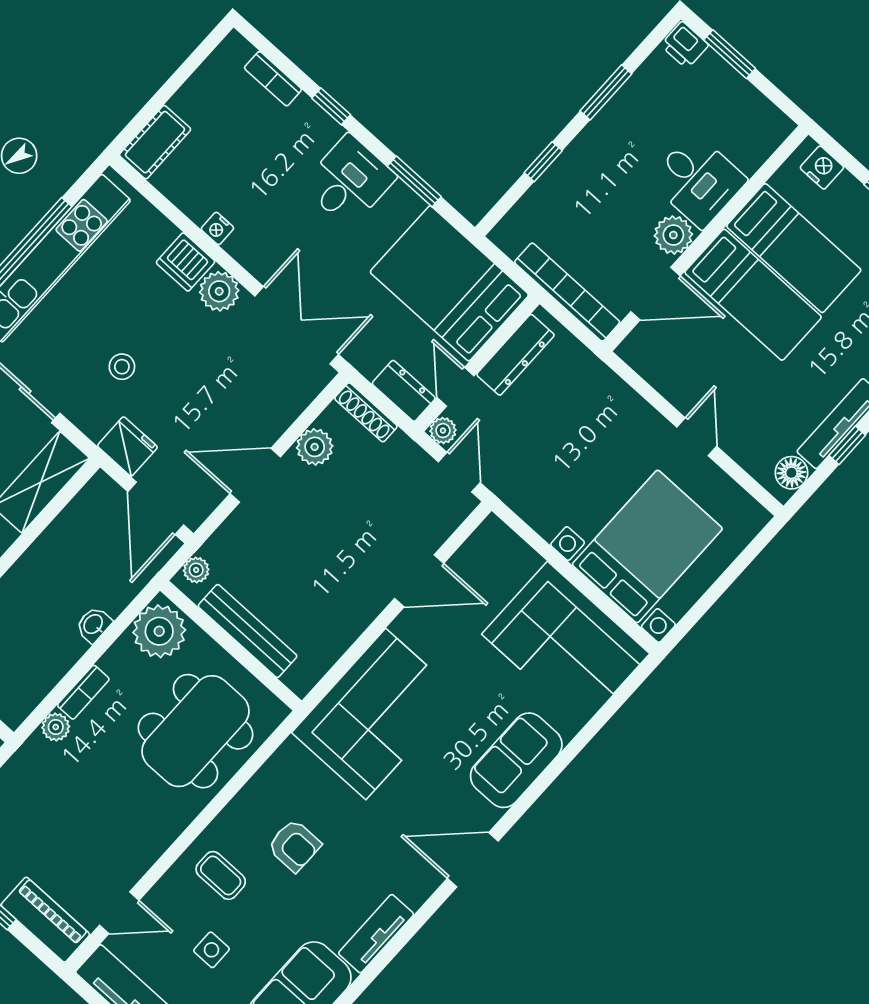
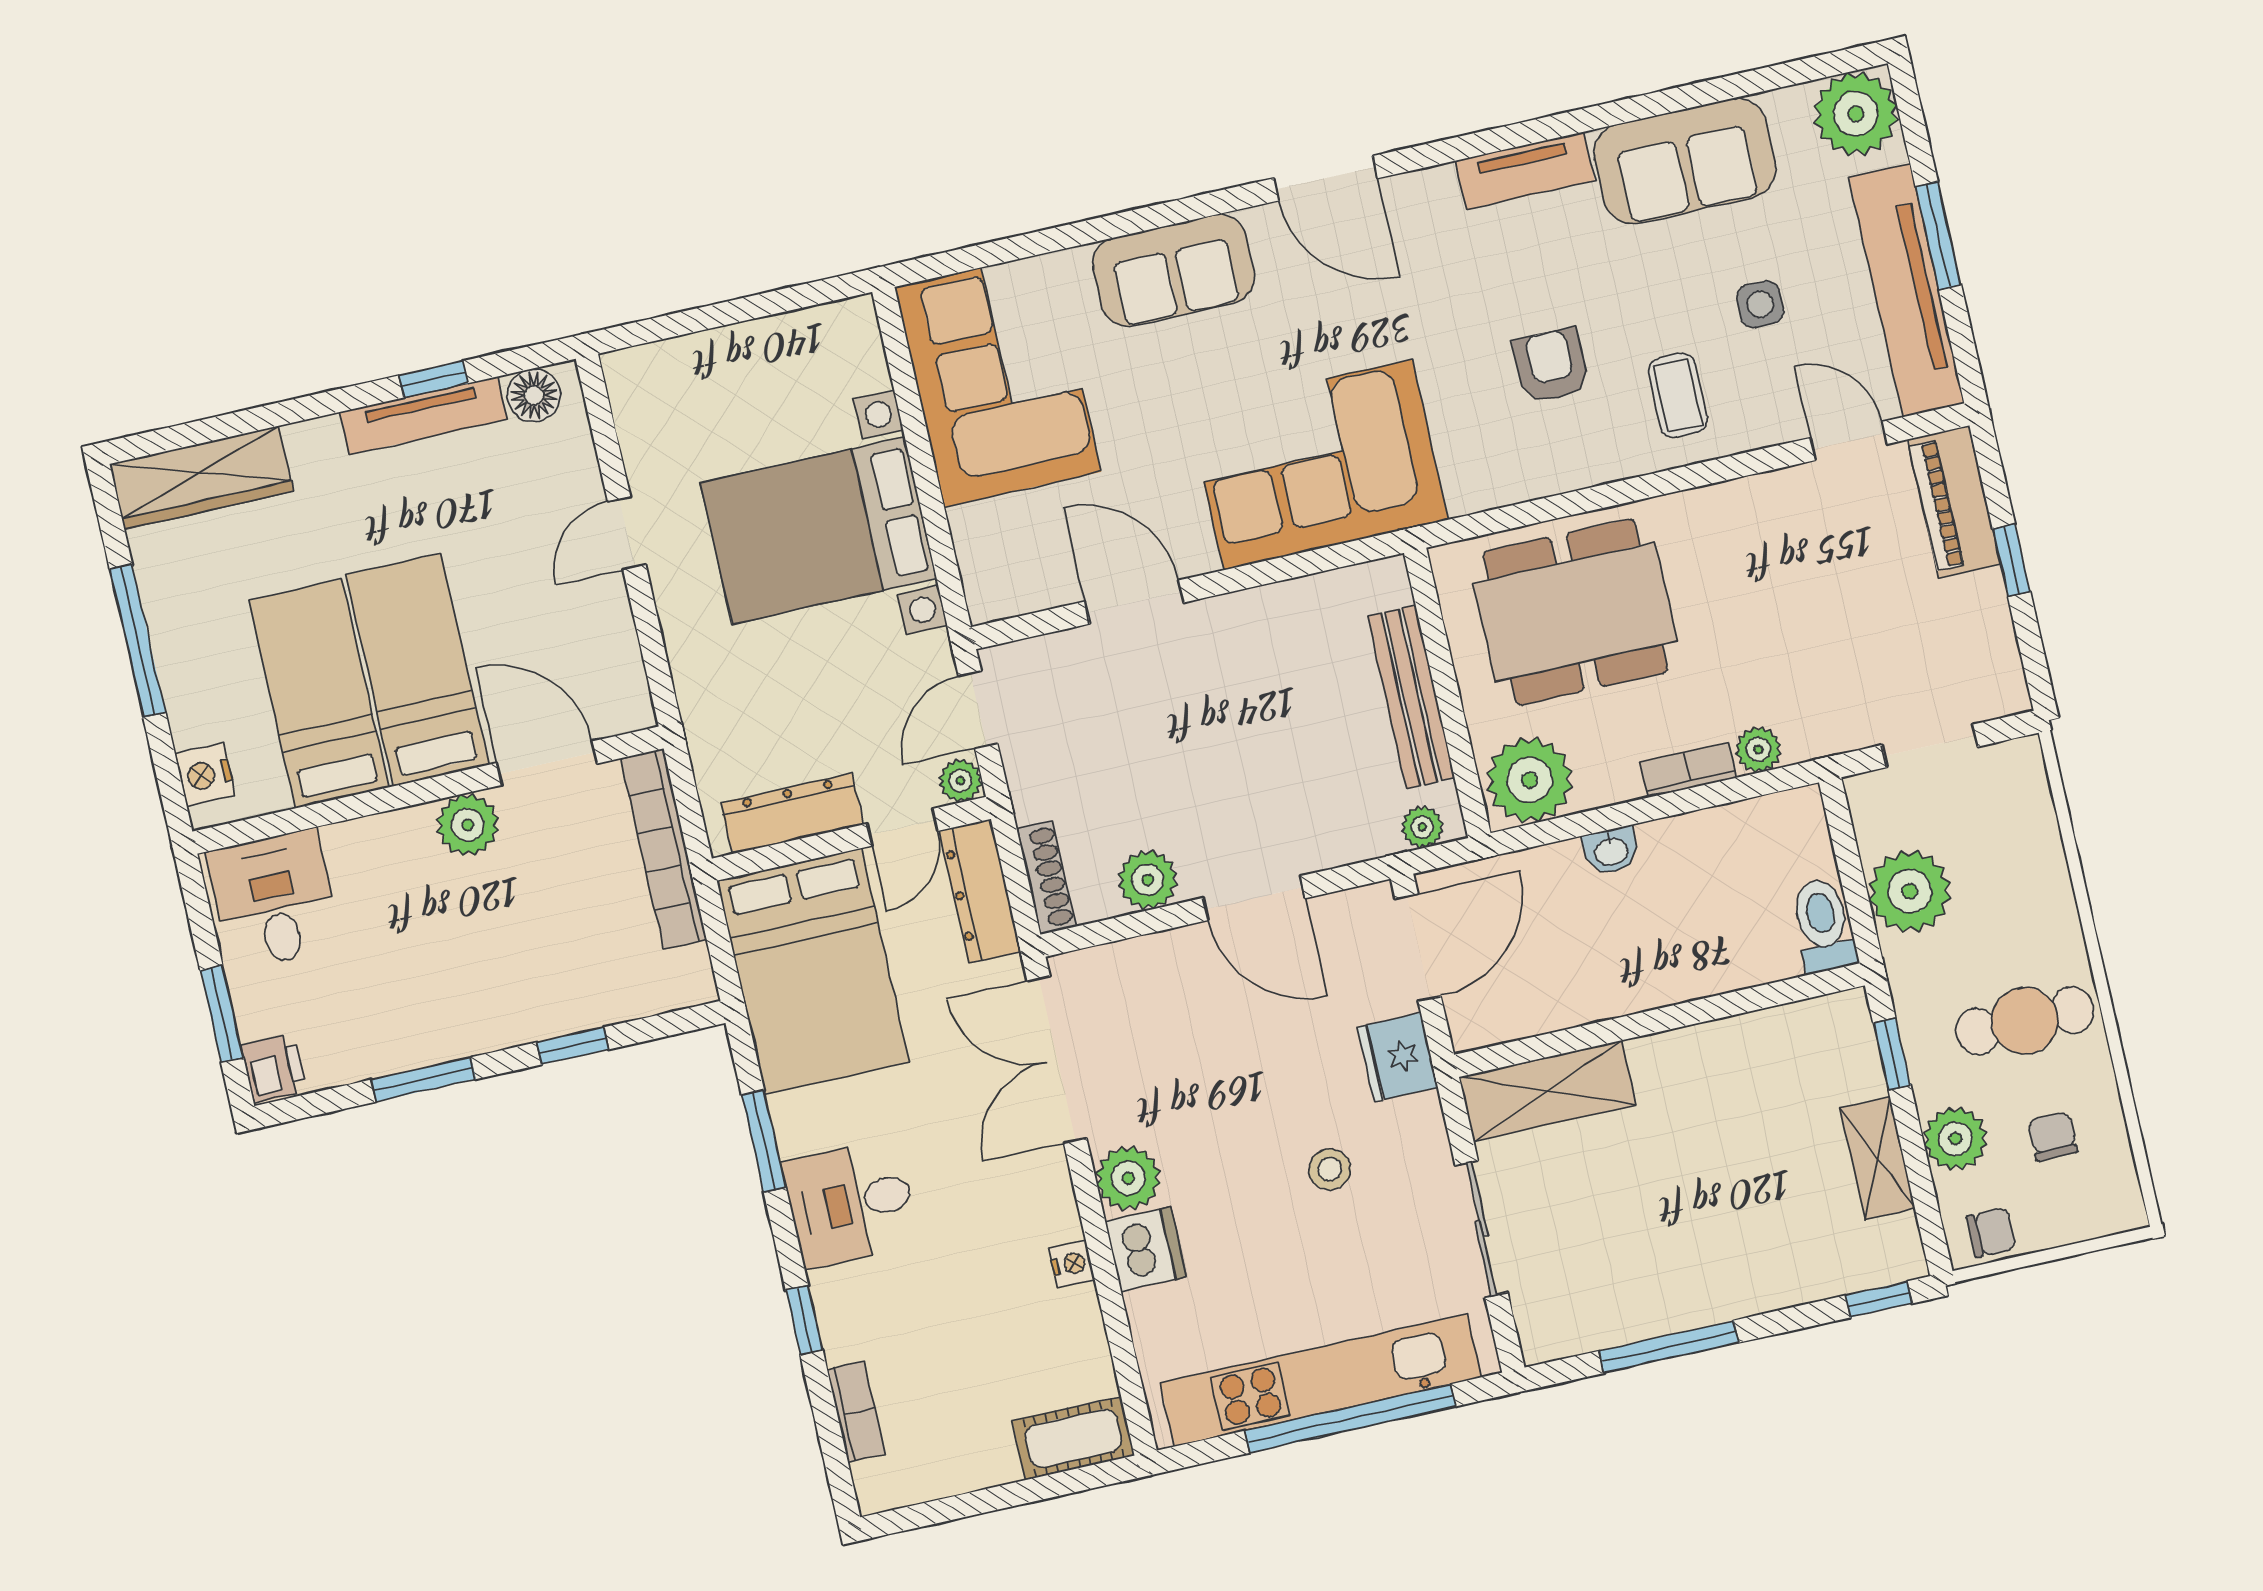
desk: (698, 180) -> (274, 900), moved
dresser: (404, 391) -> (980, 891), width x1.44
bed with nightstands: (647, 547) -> (819, 531), moved

